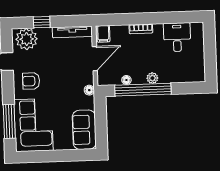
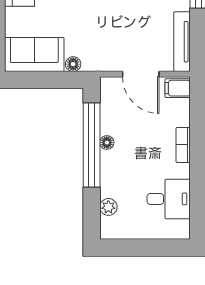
plant: (152, 78) -> (108, 207), moved
floor lamp: (126, 80) -> (107, 143), moved
floor lamp: (89, 90) -> (73, 64), moved

